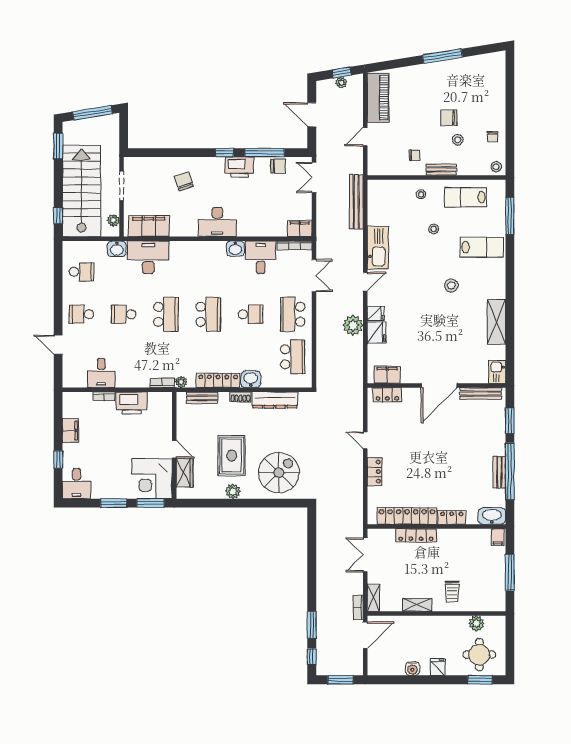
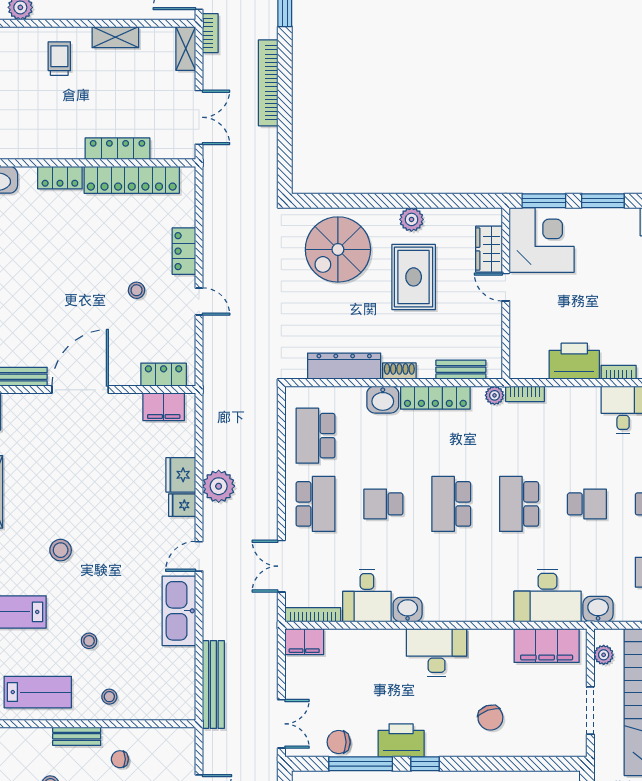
stool: (404, 447) -> (137, 290), added
bookcase: (322, 576) -> (268, 83), added

